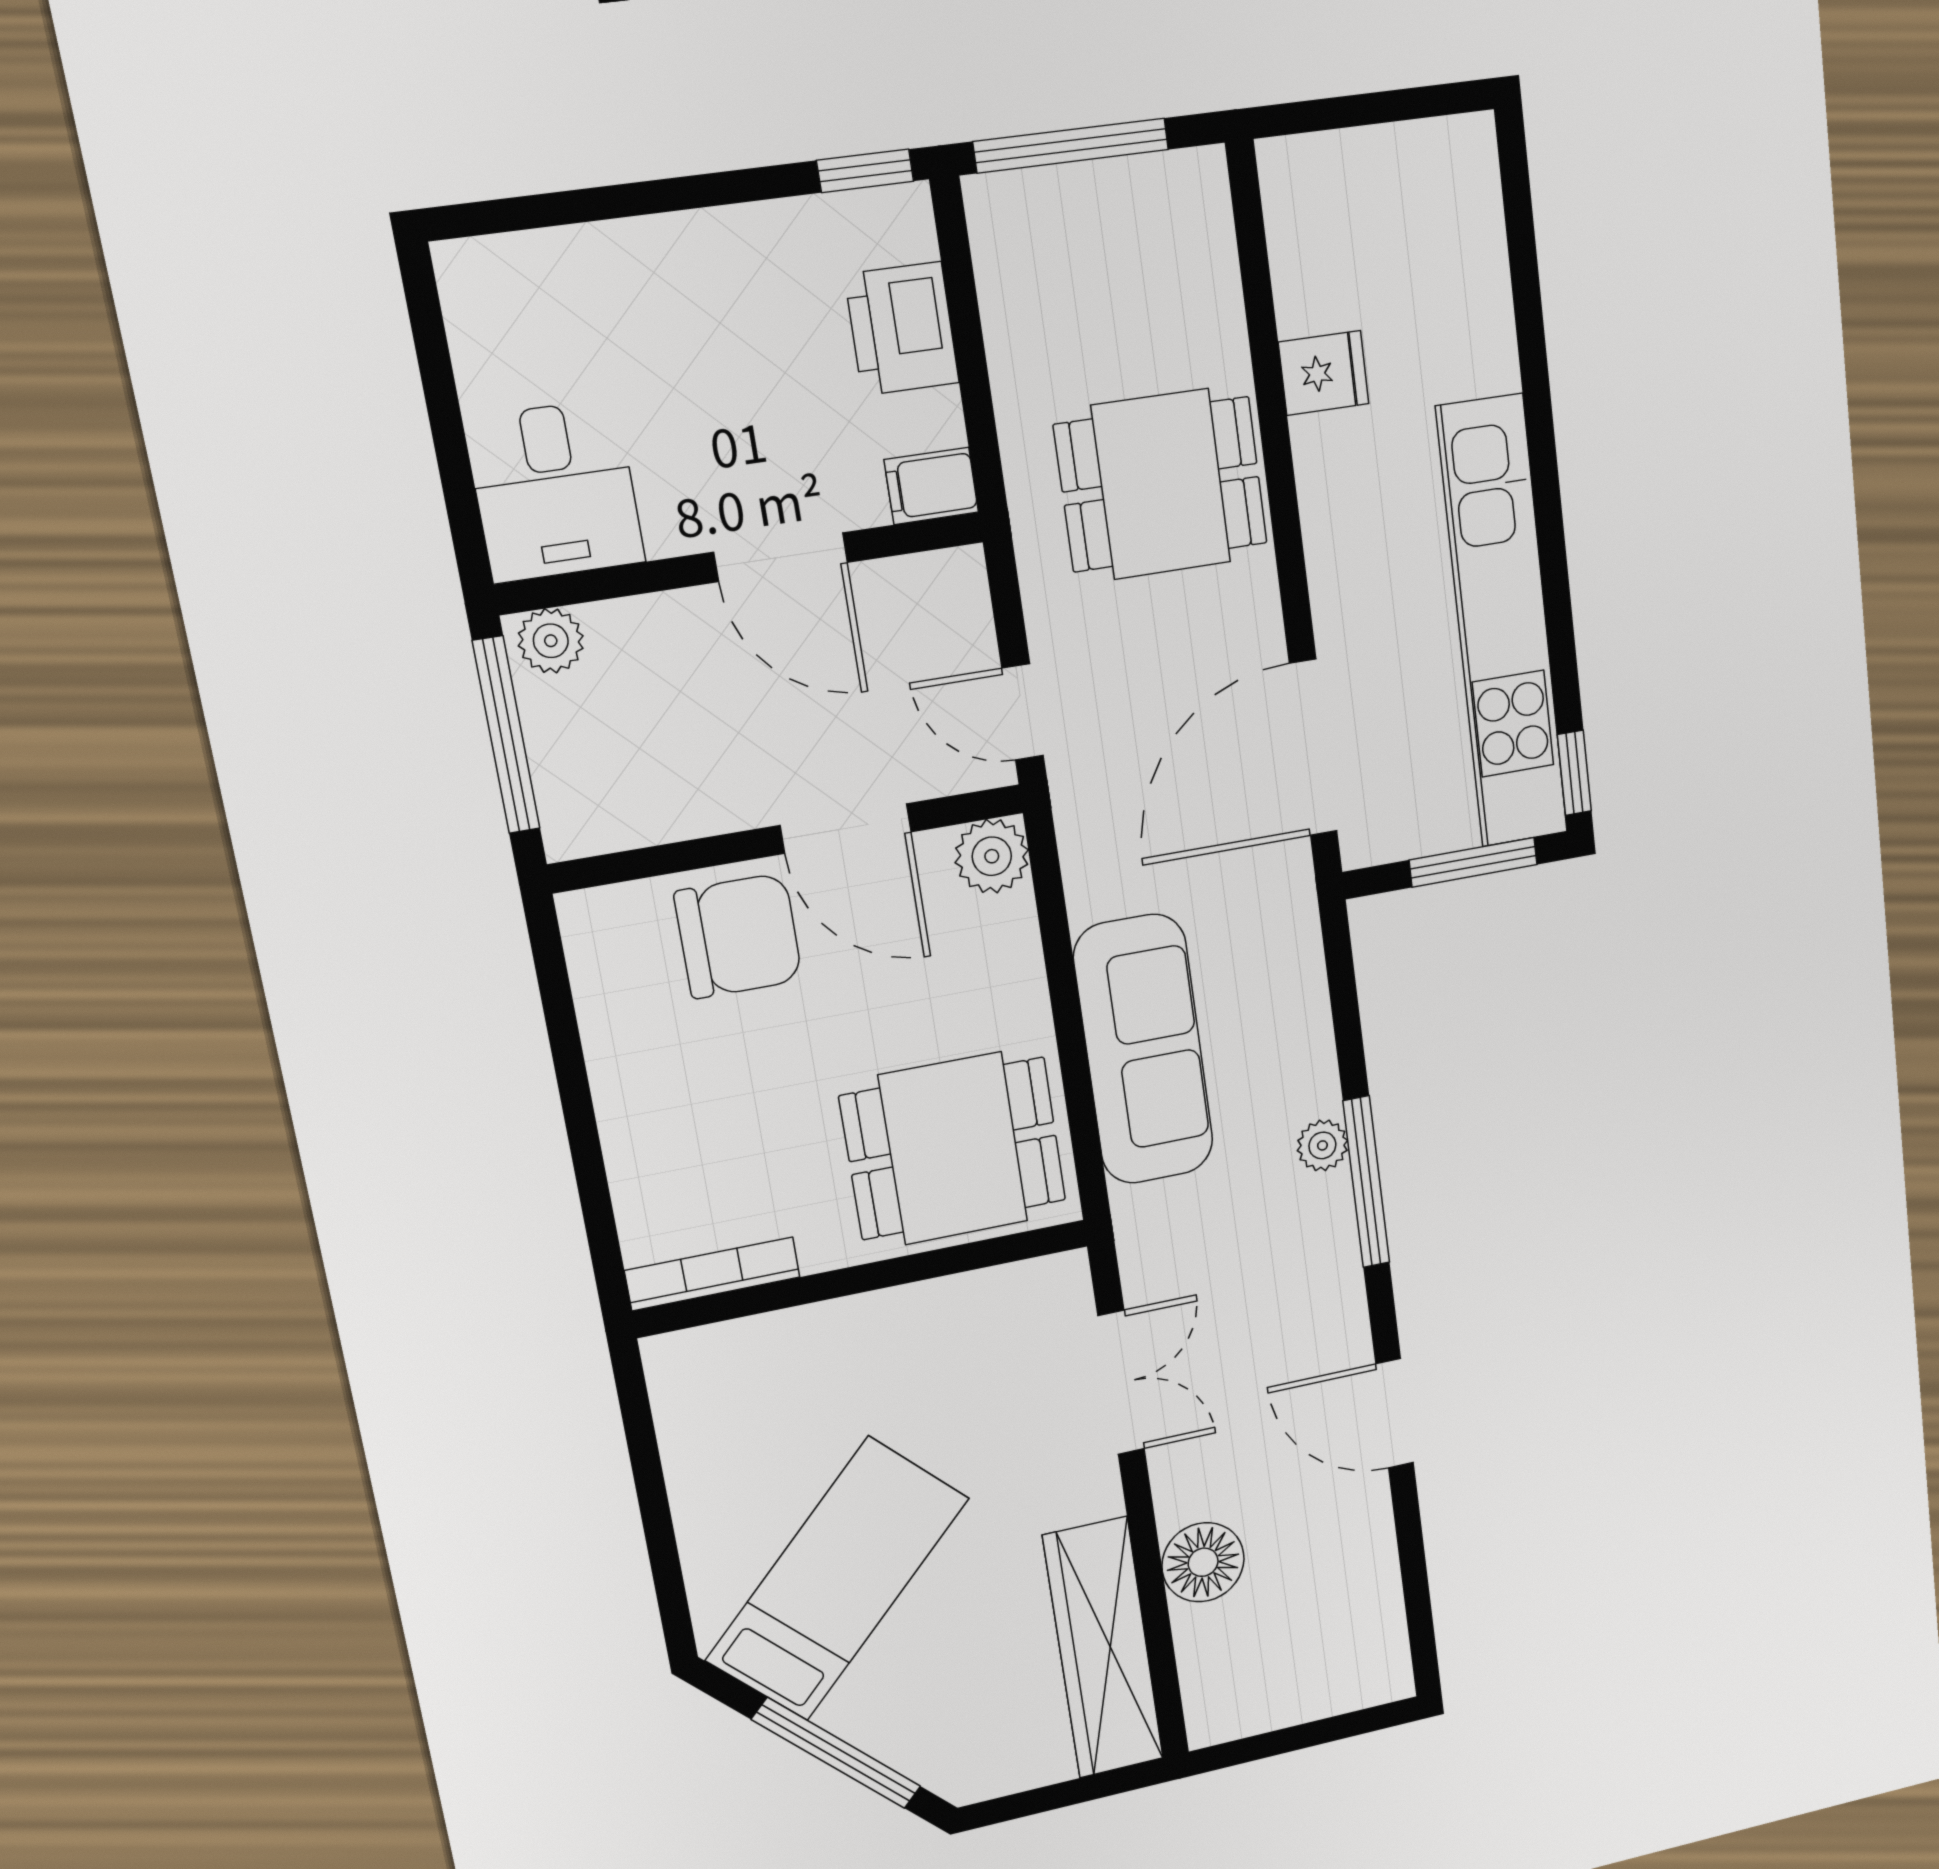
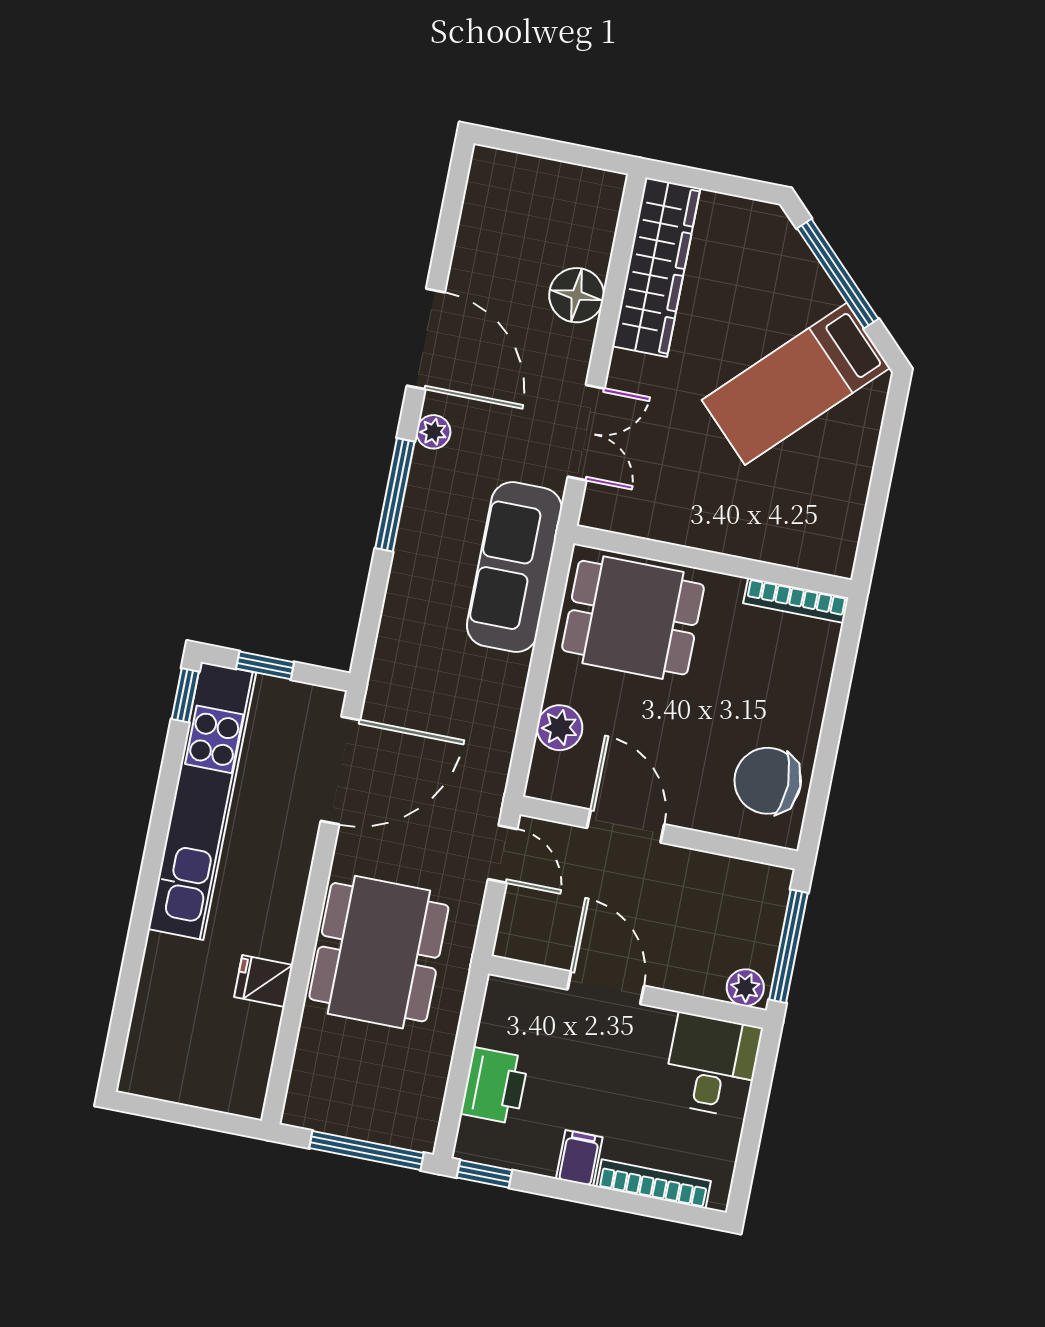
bookcase: (574, 250) -> (654, 1184), added
dining table: (1161, 484) -> (379, 952), width x1.38
filing cabinet: (931, 486) -> (579, 1158), moved, turned -90
plant: (992, 856) -> (560, 728), moved
window: (1473, 862) -> (265, 665), width x0.67
chair: (738, 936) -> (768, 781), moved
sofa: (1144, 1050) -> (514, 567), moved
plant: (1322, 1145) -> (433, 432), moved
double door: (1121, 1383) -> (586, 433), swing flipped
door: (1395, 1414) -> (426, 339), width x1.36

